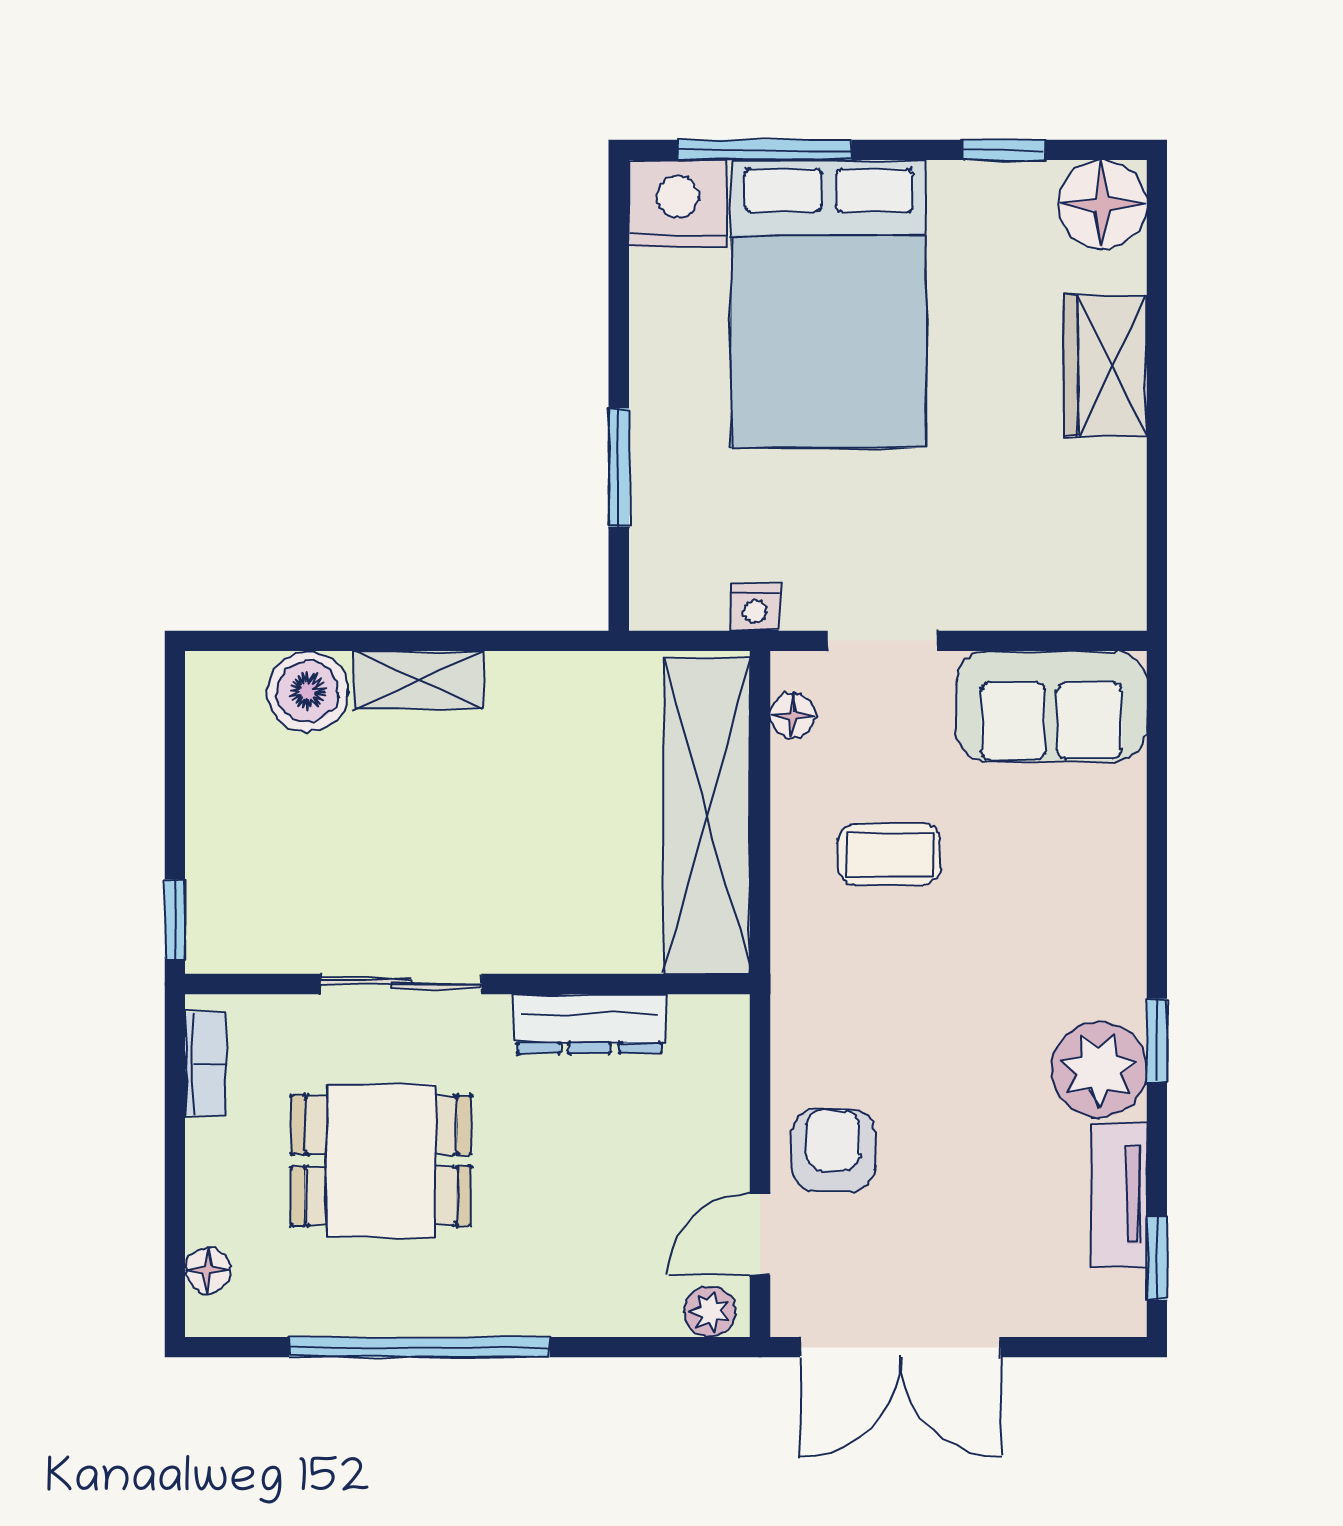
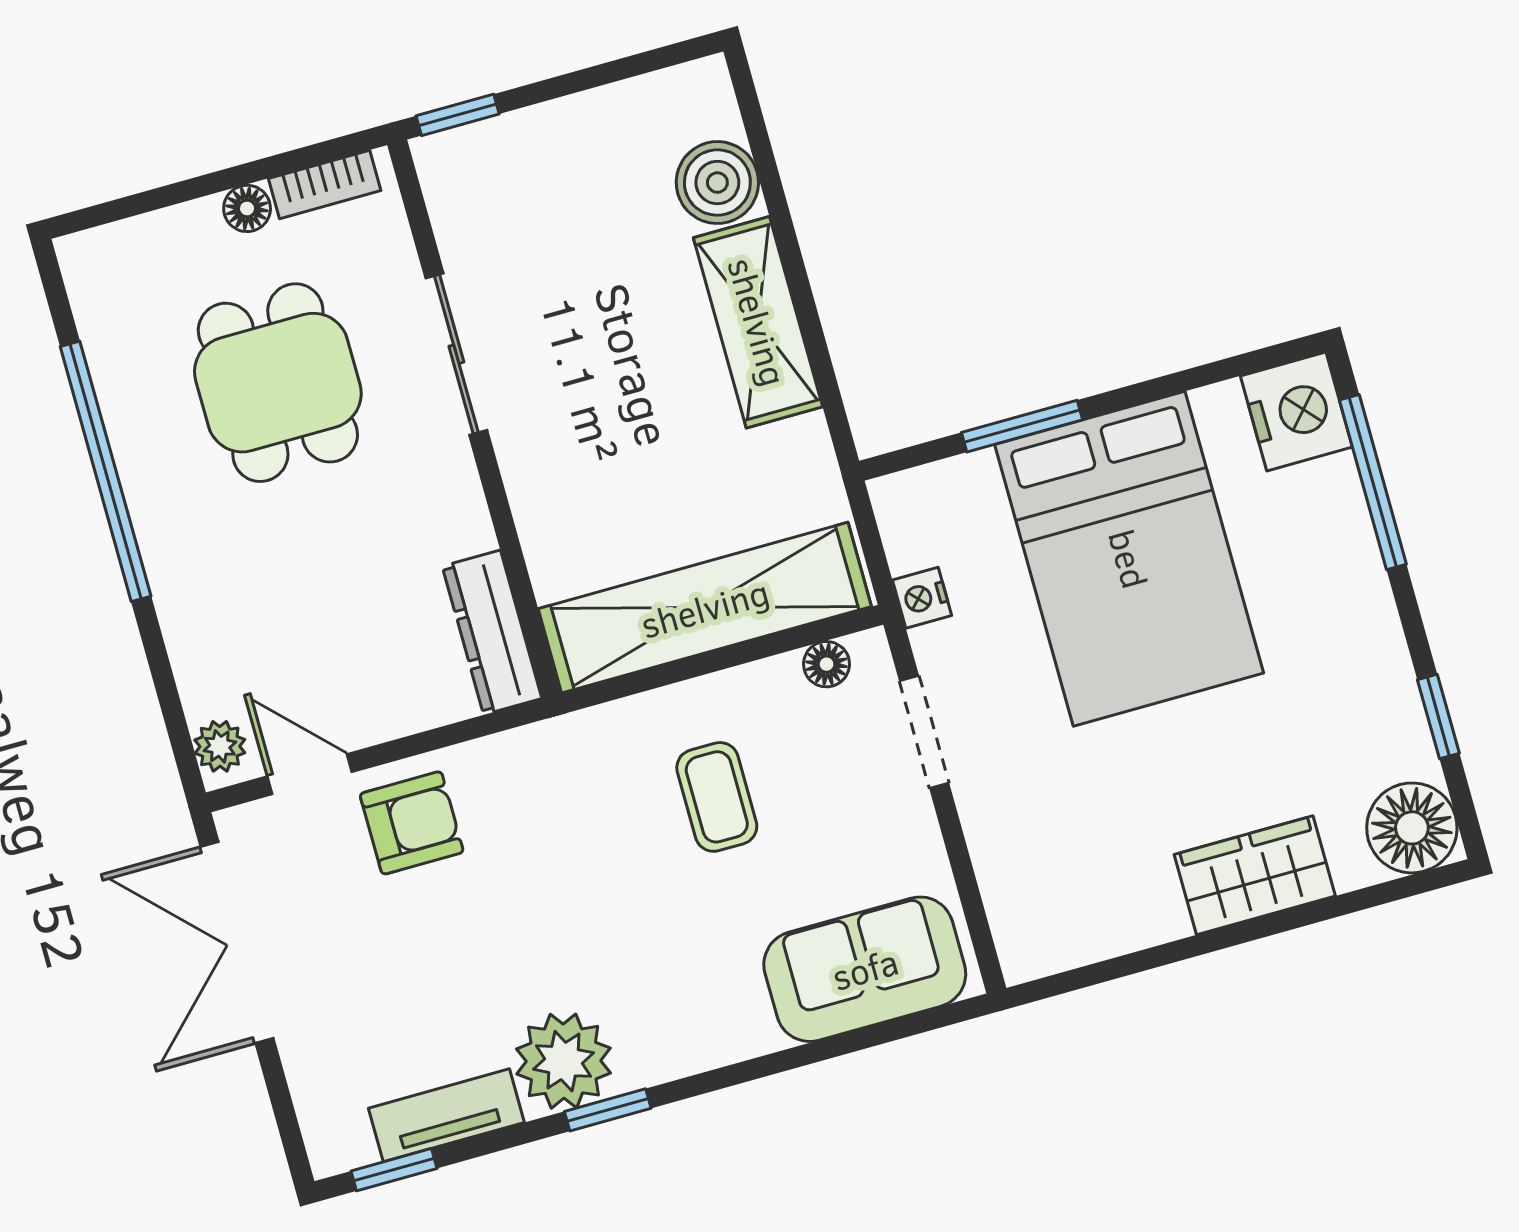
bed: (829, 304) -> (1129, 559), moved, turned -90
shelving: (418, 680) -> (758, 322), width x1.50, depth x1.33
sofa: (1051, 706) -> (865, 969), moved, turned 90
dresser: (590, 1024) -> (492, 632), moved
floor lamp: (208, 1270) -> (247, 208), moved

